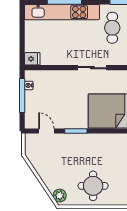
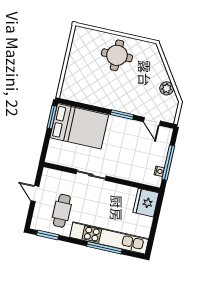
fridge: (32, 59) -> (146, 203), width x1.88, depth x1.34
plant: (60, 196) -> (167, 88), moved

